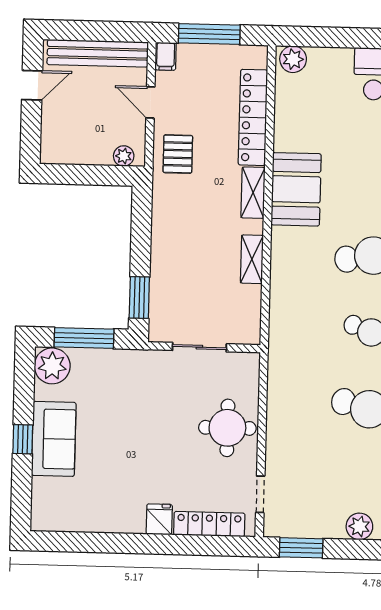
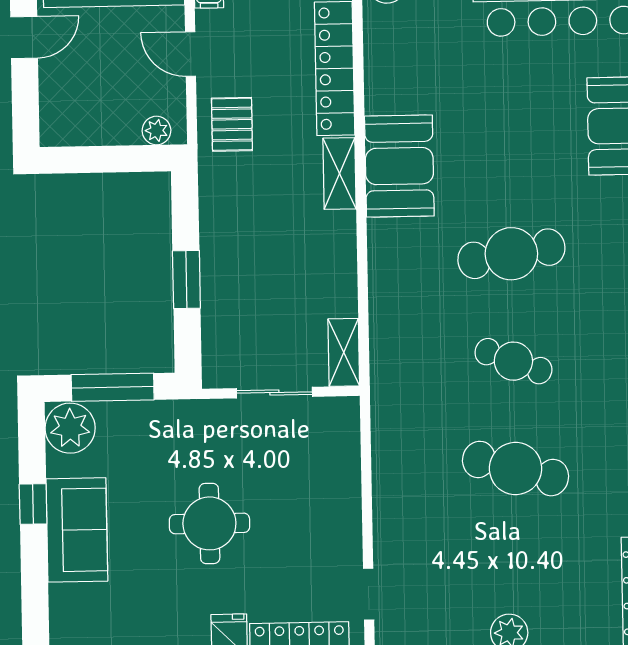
shelving: (252, 259) -> (344, 352), moved
window: (139, 298) -> (186, 279), moved
round table: (227, 428) -> (209, 523), moved
window: (23, 439) -> (33, 504), moved

